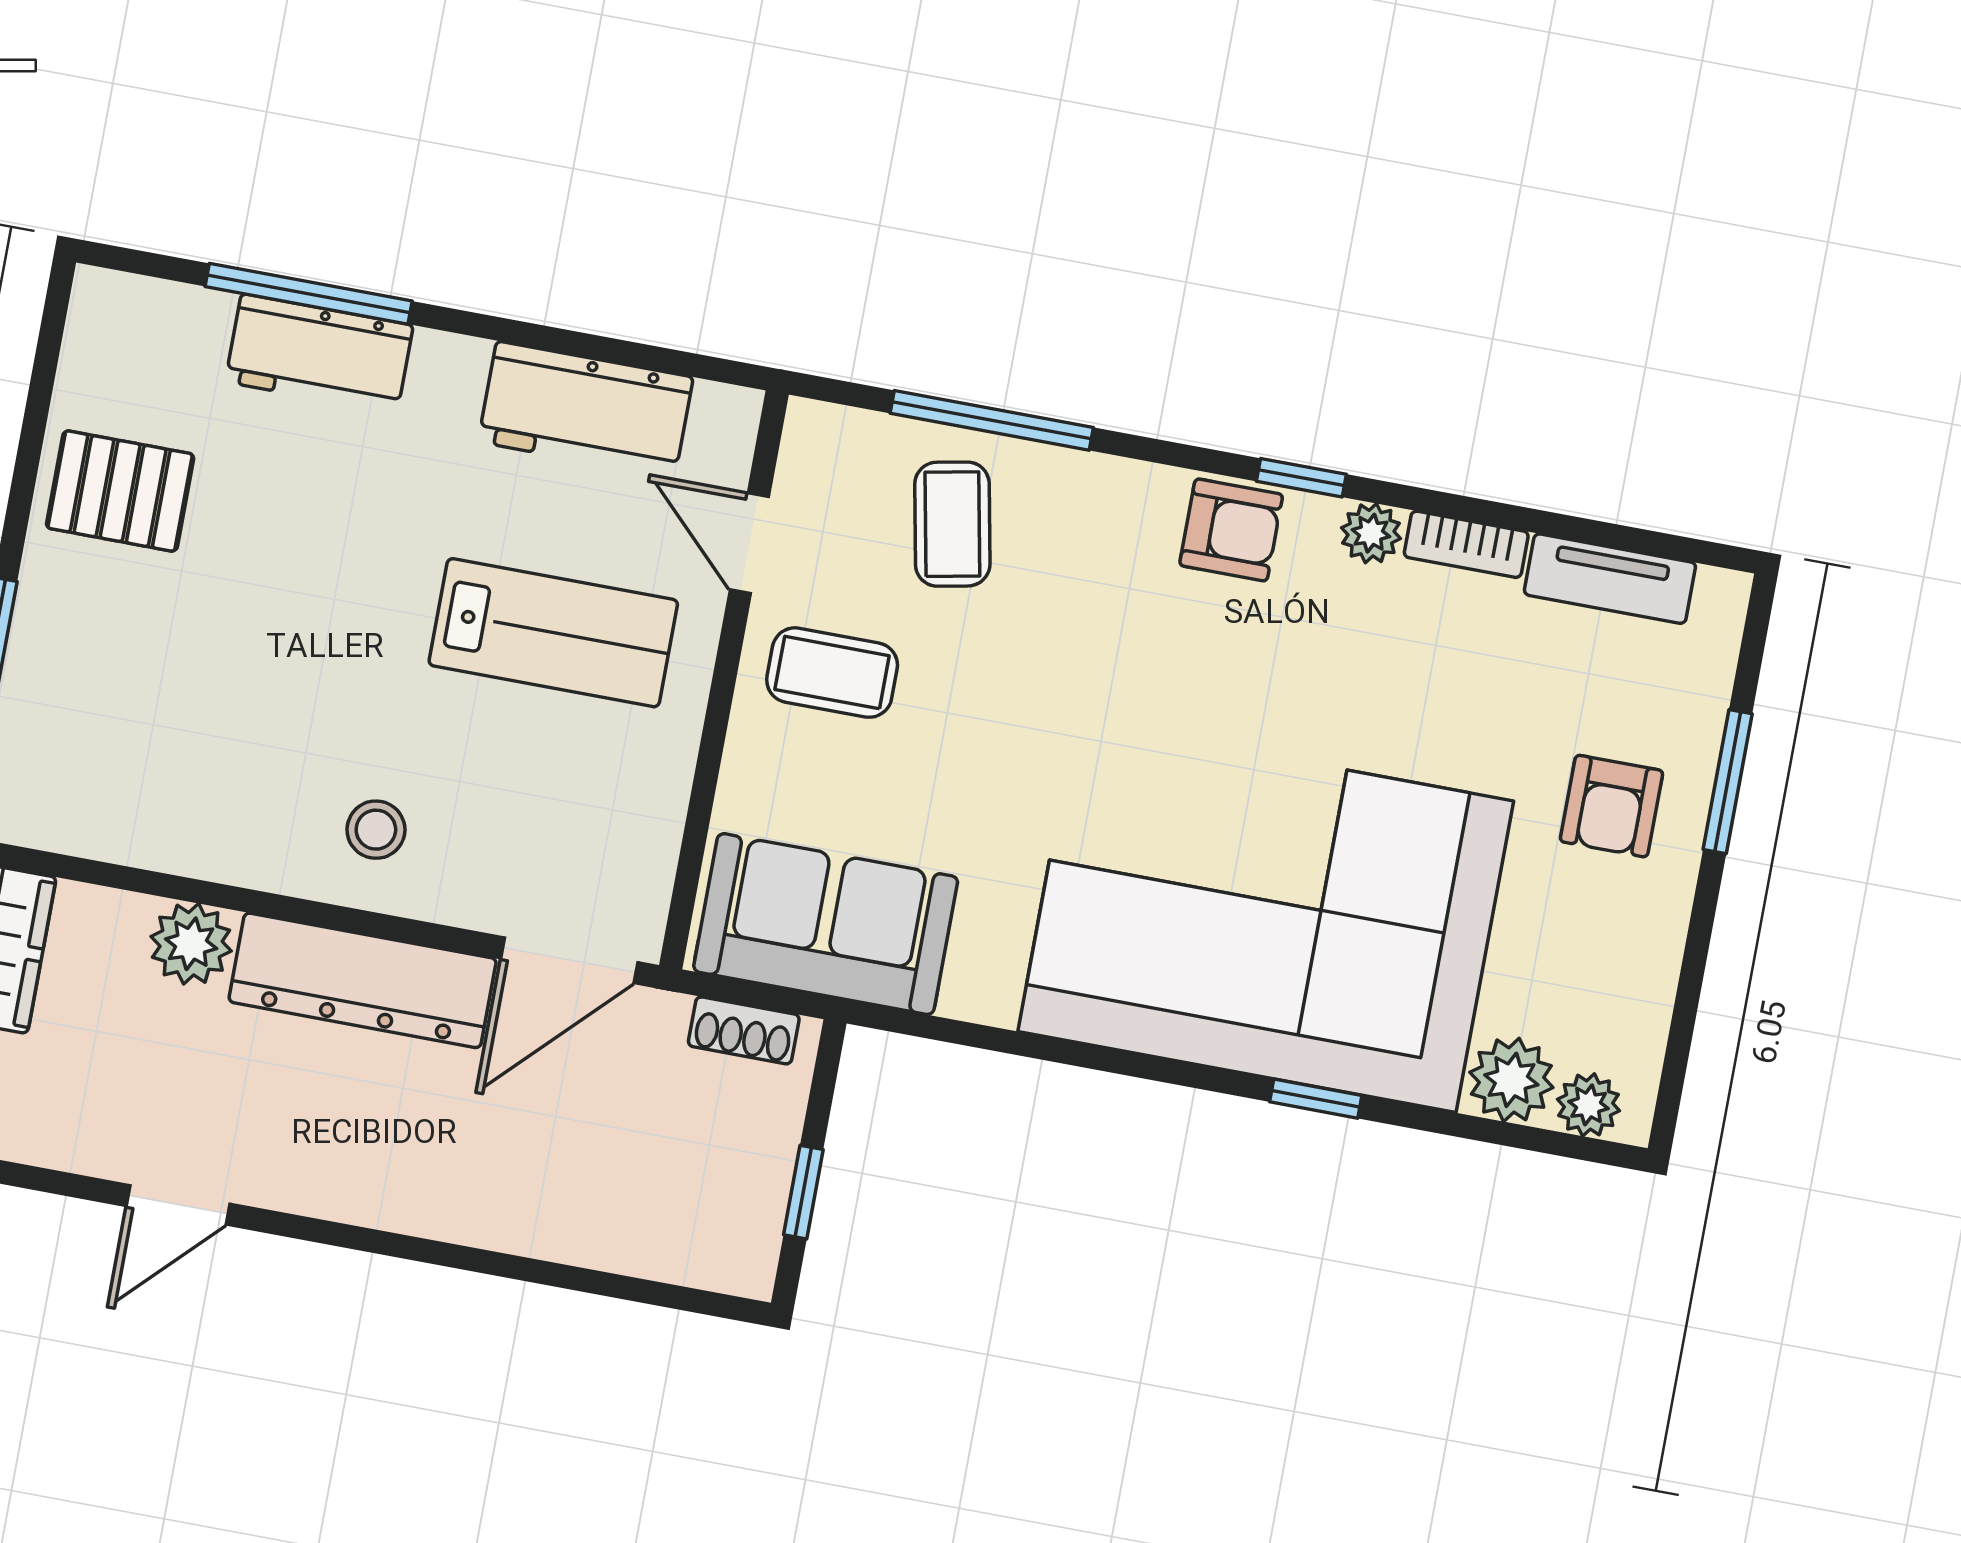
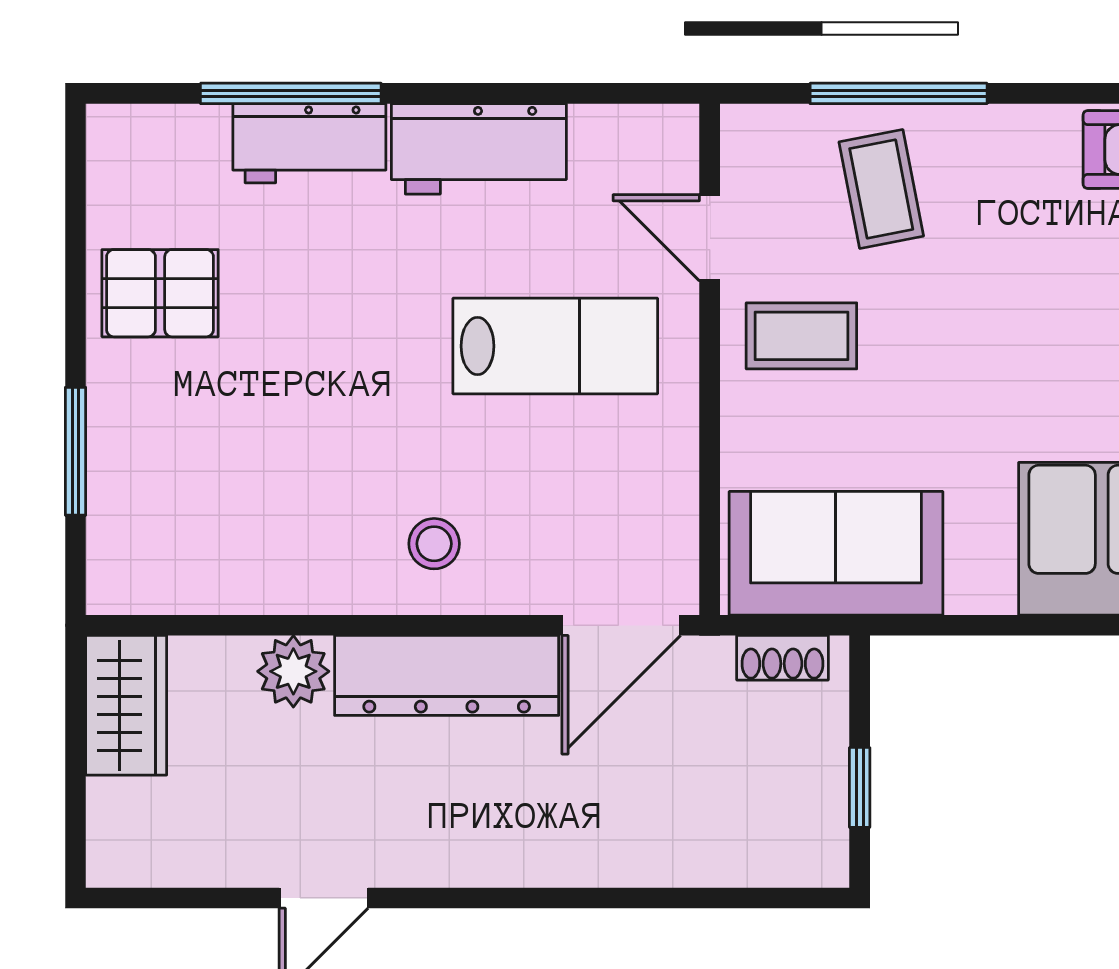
workbench: (586, 410) -> (479, 149), moved

